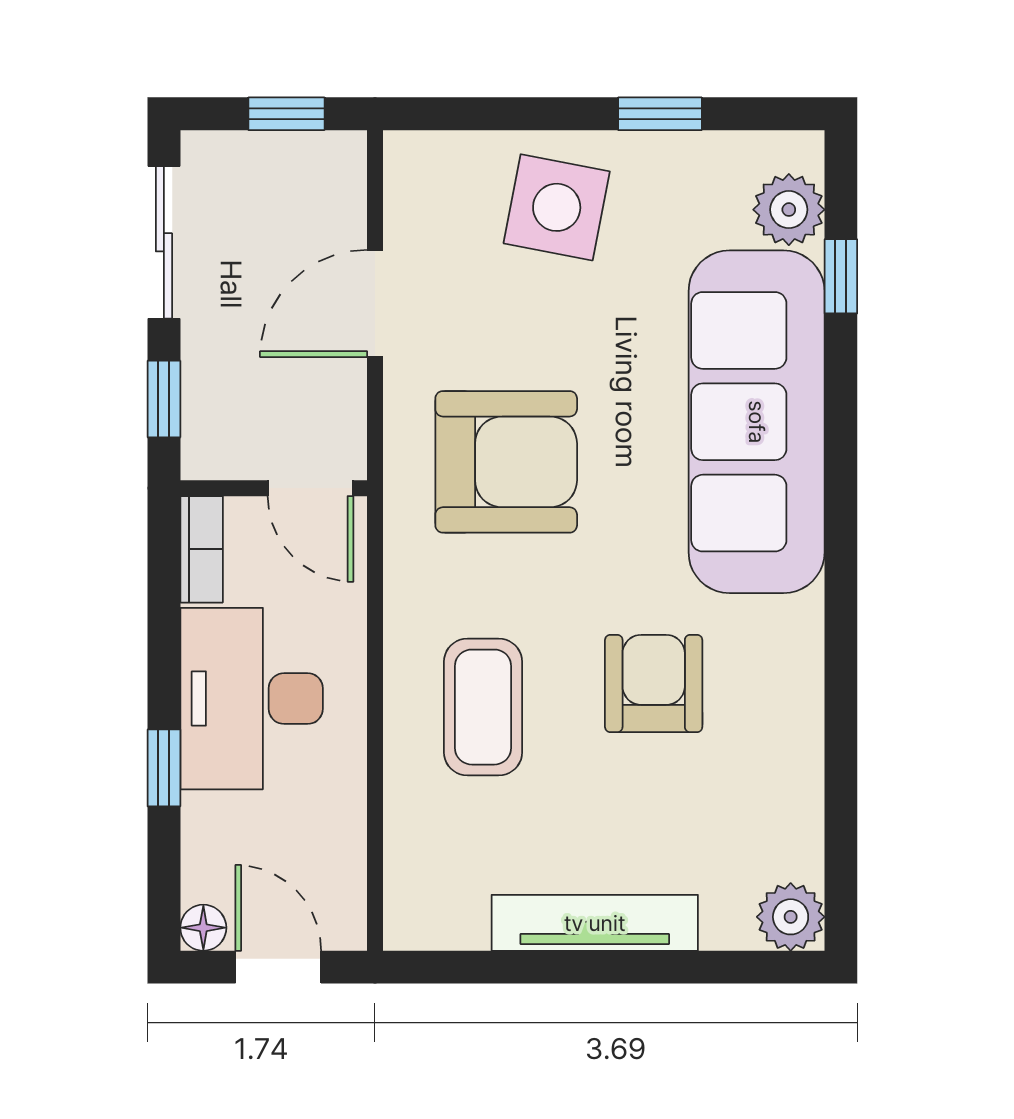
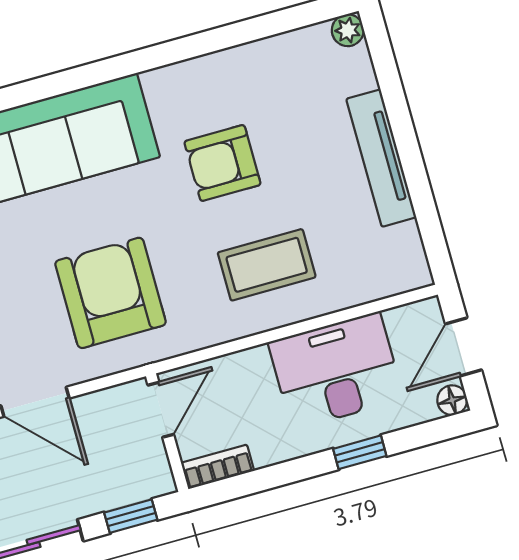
desk: (252, 699) -> (336, 371), moved, turned 180
plant: (791, 917) -> (348, 30), width x0.73, depth x0.73

